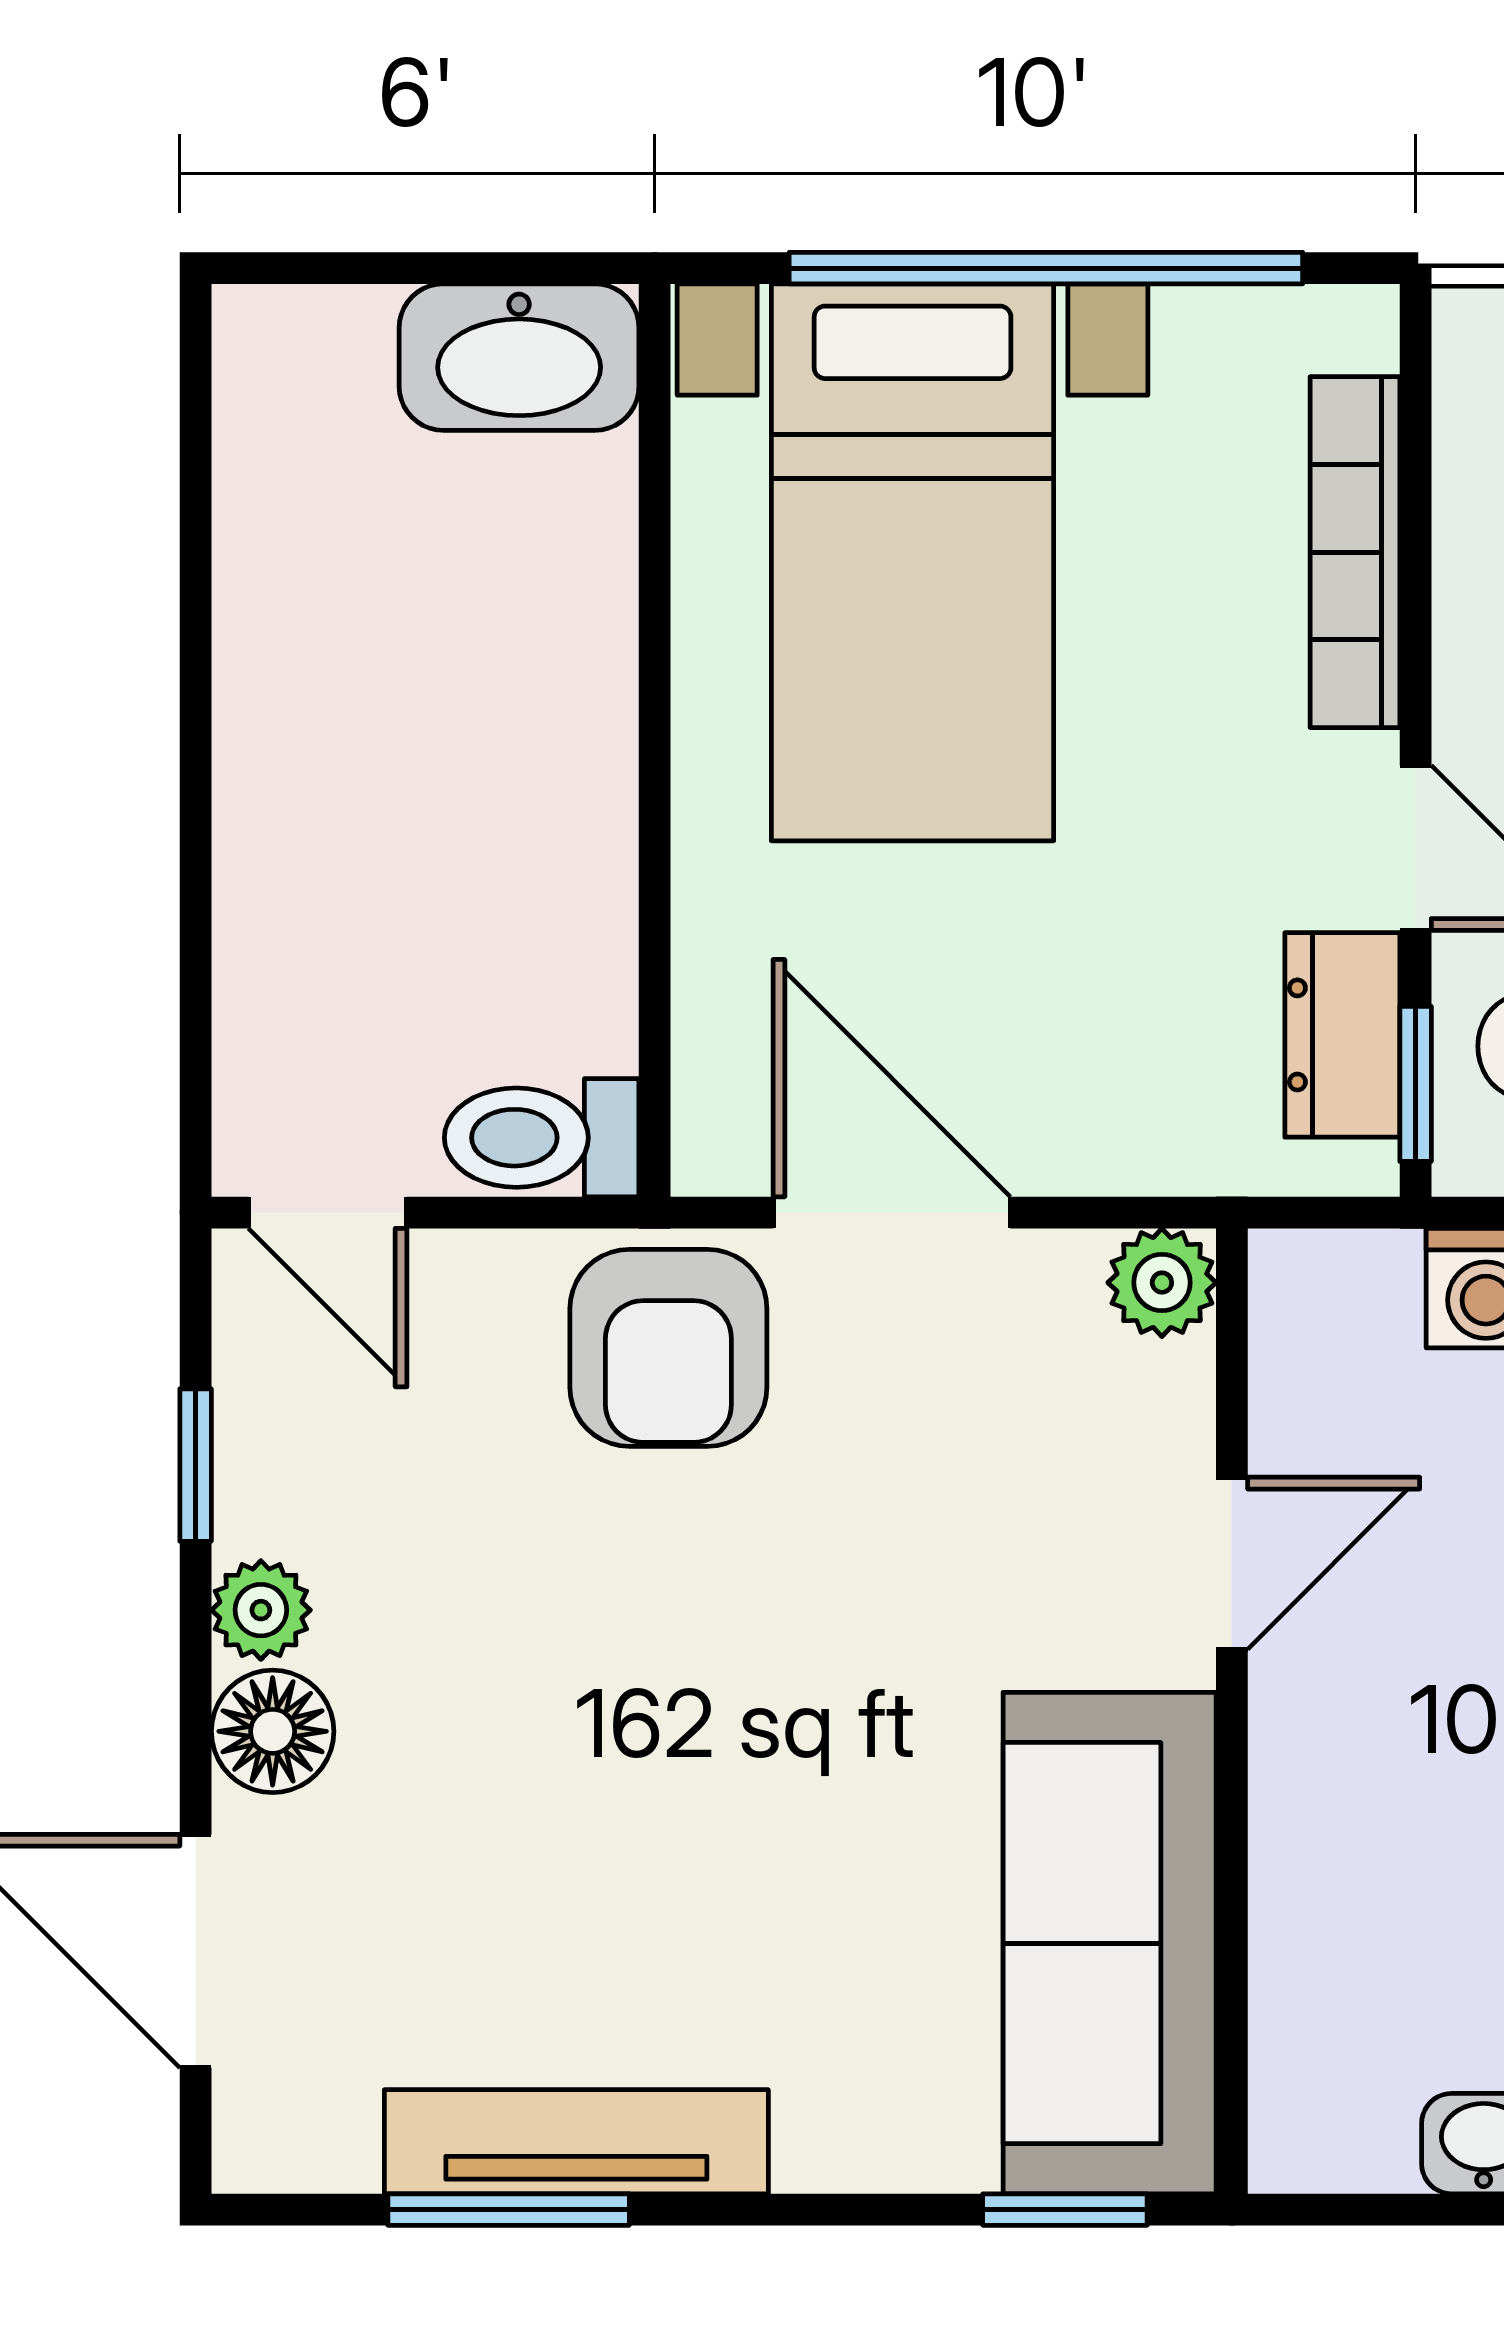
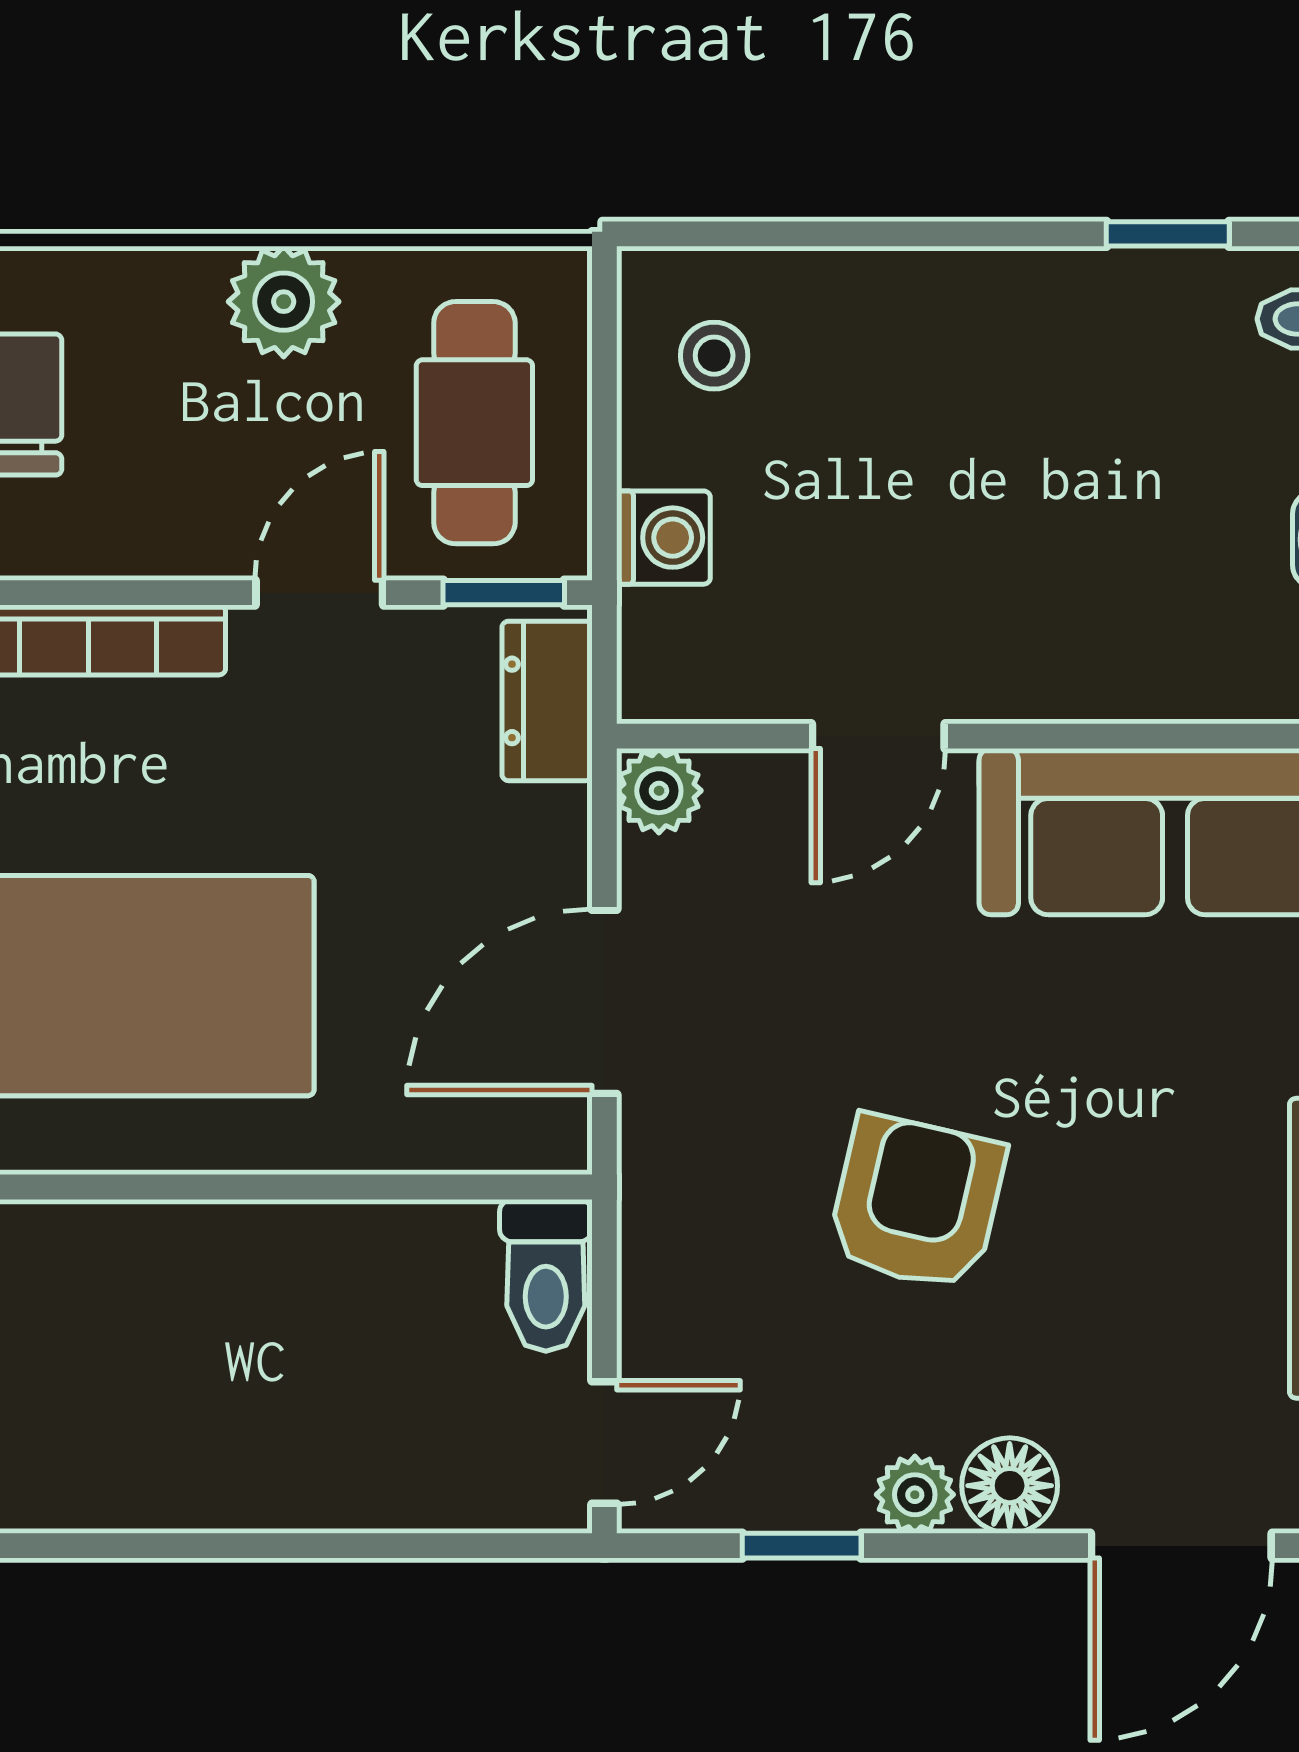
dresser: (1342, 1035) -> (547, 701), moved, turned 90
armchair: (668, 1348) -> (916, 1202), moved, turned -77
door: (1232, 1563) -> (878, 736), swing flipped

